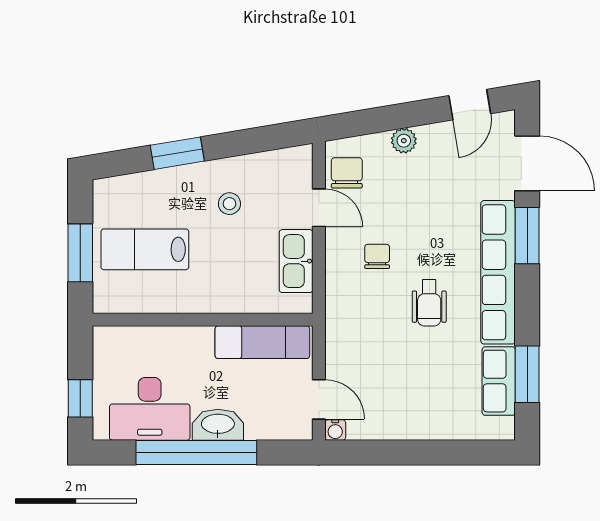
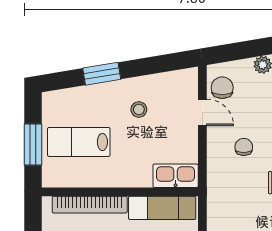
kitchen sink: (296, 261) -> (176, 176), moved, turned 90
bookcase: (160, 338) -> (90, 205), added

